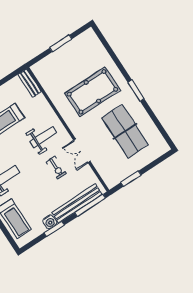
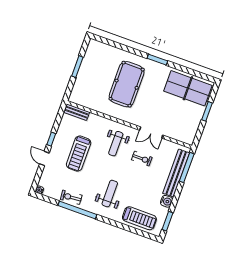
table tennis table: (125, 131) -> (188, 88), moved
weight bench: (43, 137) -> (116, 144), turned 180
window: (131, 179) -> (207, 111), moved
window: (54, 229) -> (167, 221), moved

